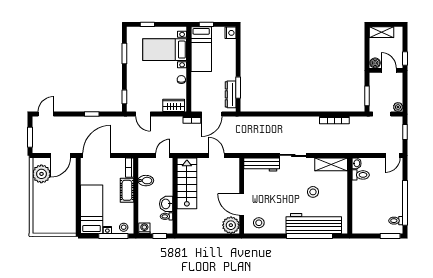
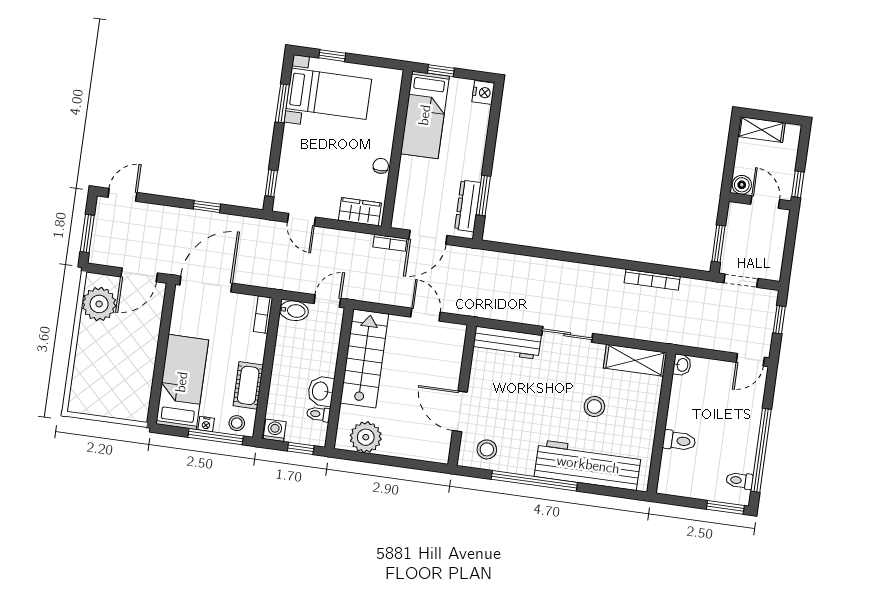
bed with nightstands: (165, 50) -> (329, 94), moved, turned 180
plant: (398, 107) -> (773, 272), removed
toilet: (361, 175) -> (679, 441), moved
bidet: (146, 181) -> (294, 311), moved
cot: (127, 190) -> (248, 385), moved
plant: (231, 225) -> (366, 437), moved
window: (309, 236) -> (534, 481), moved

